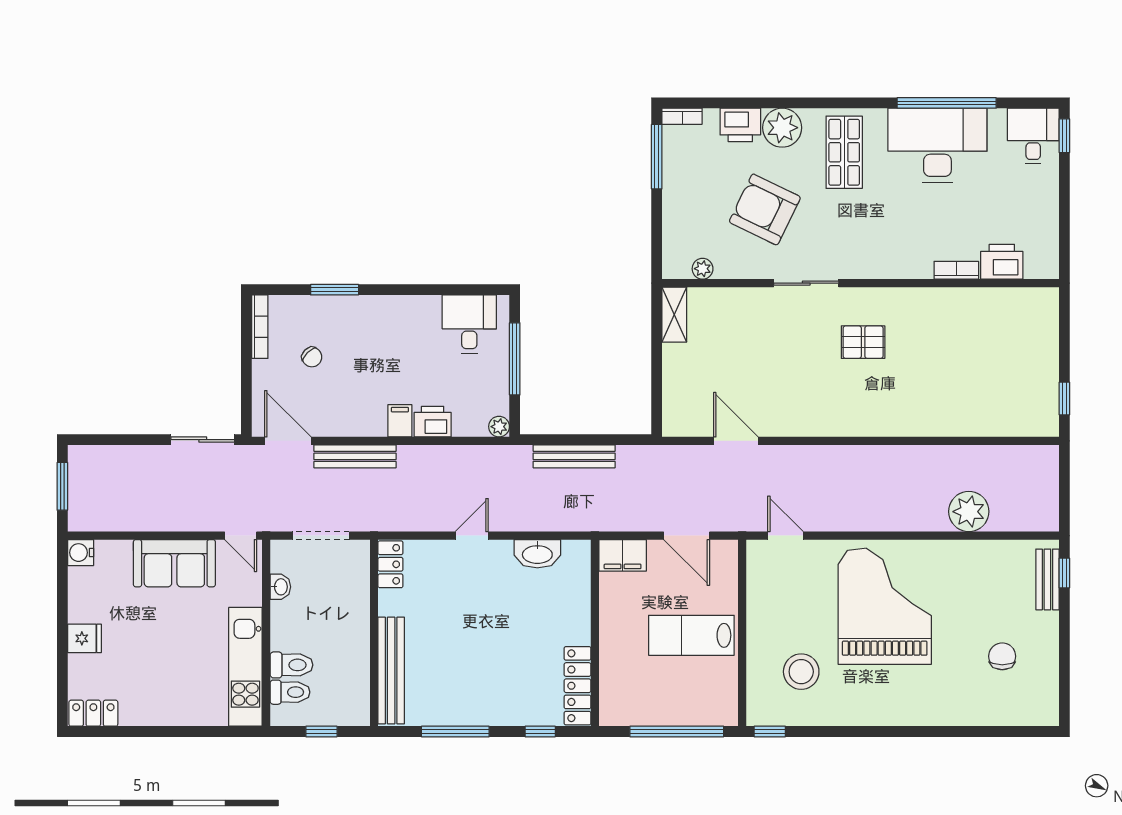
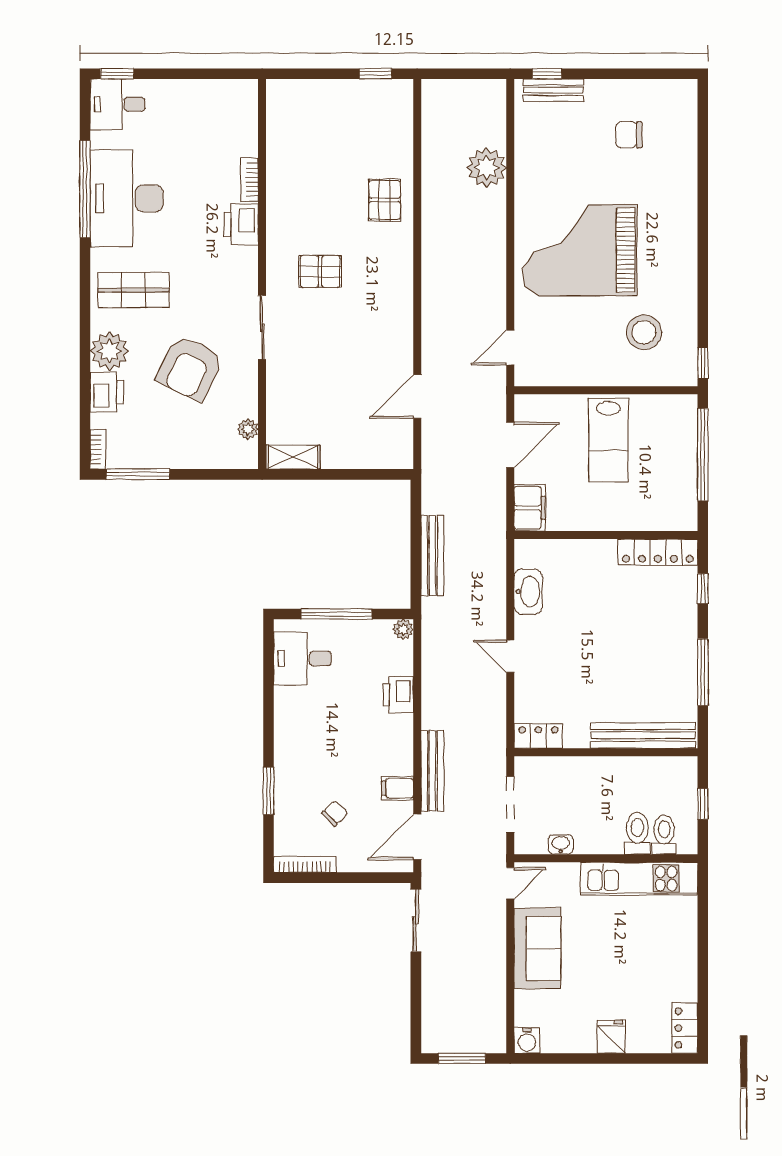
printer: (1002, 262) -> (241, 224), moved
pallet: (863, 342) -> (320, 271), turned 90
pallet: (936, 408) -> (385, 200), added
filing cabinet: (400, 421) -> (397, 788), moved

